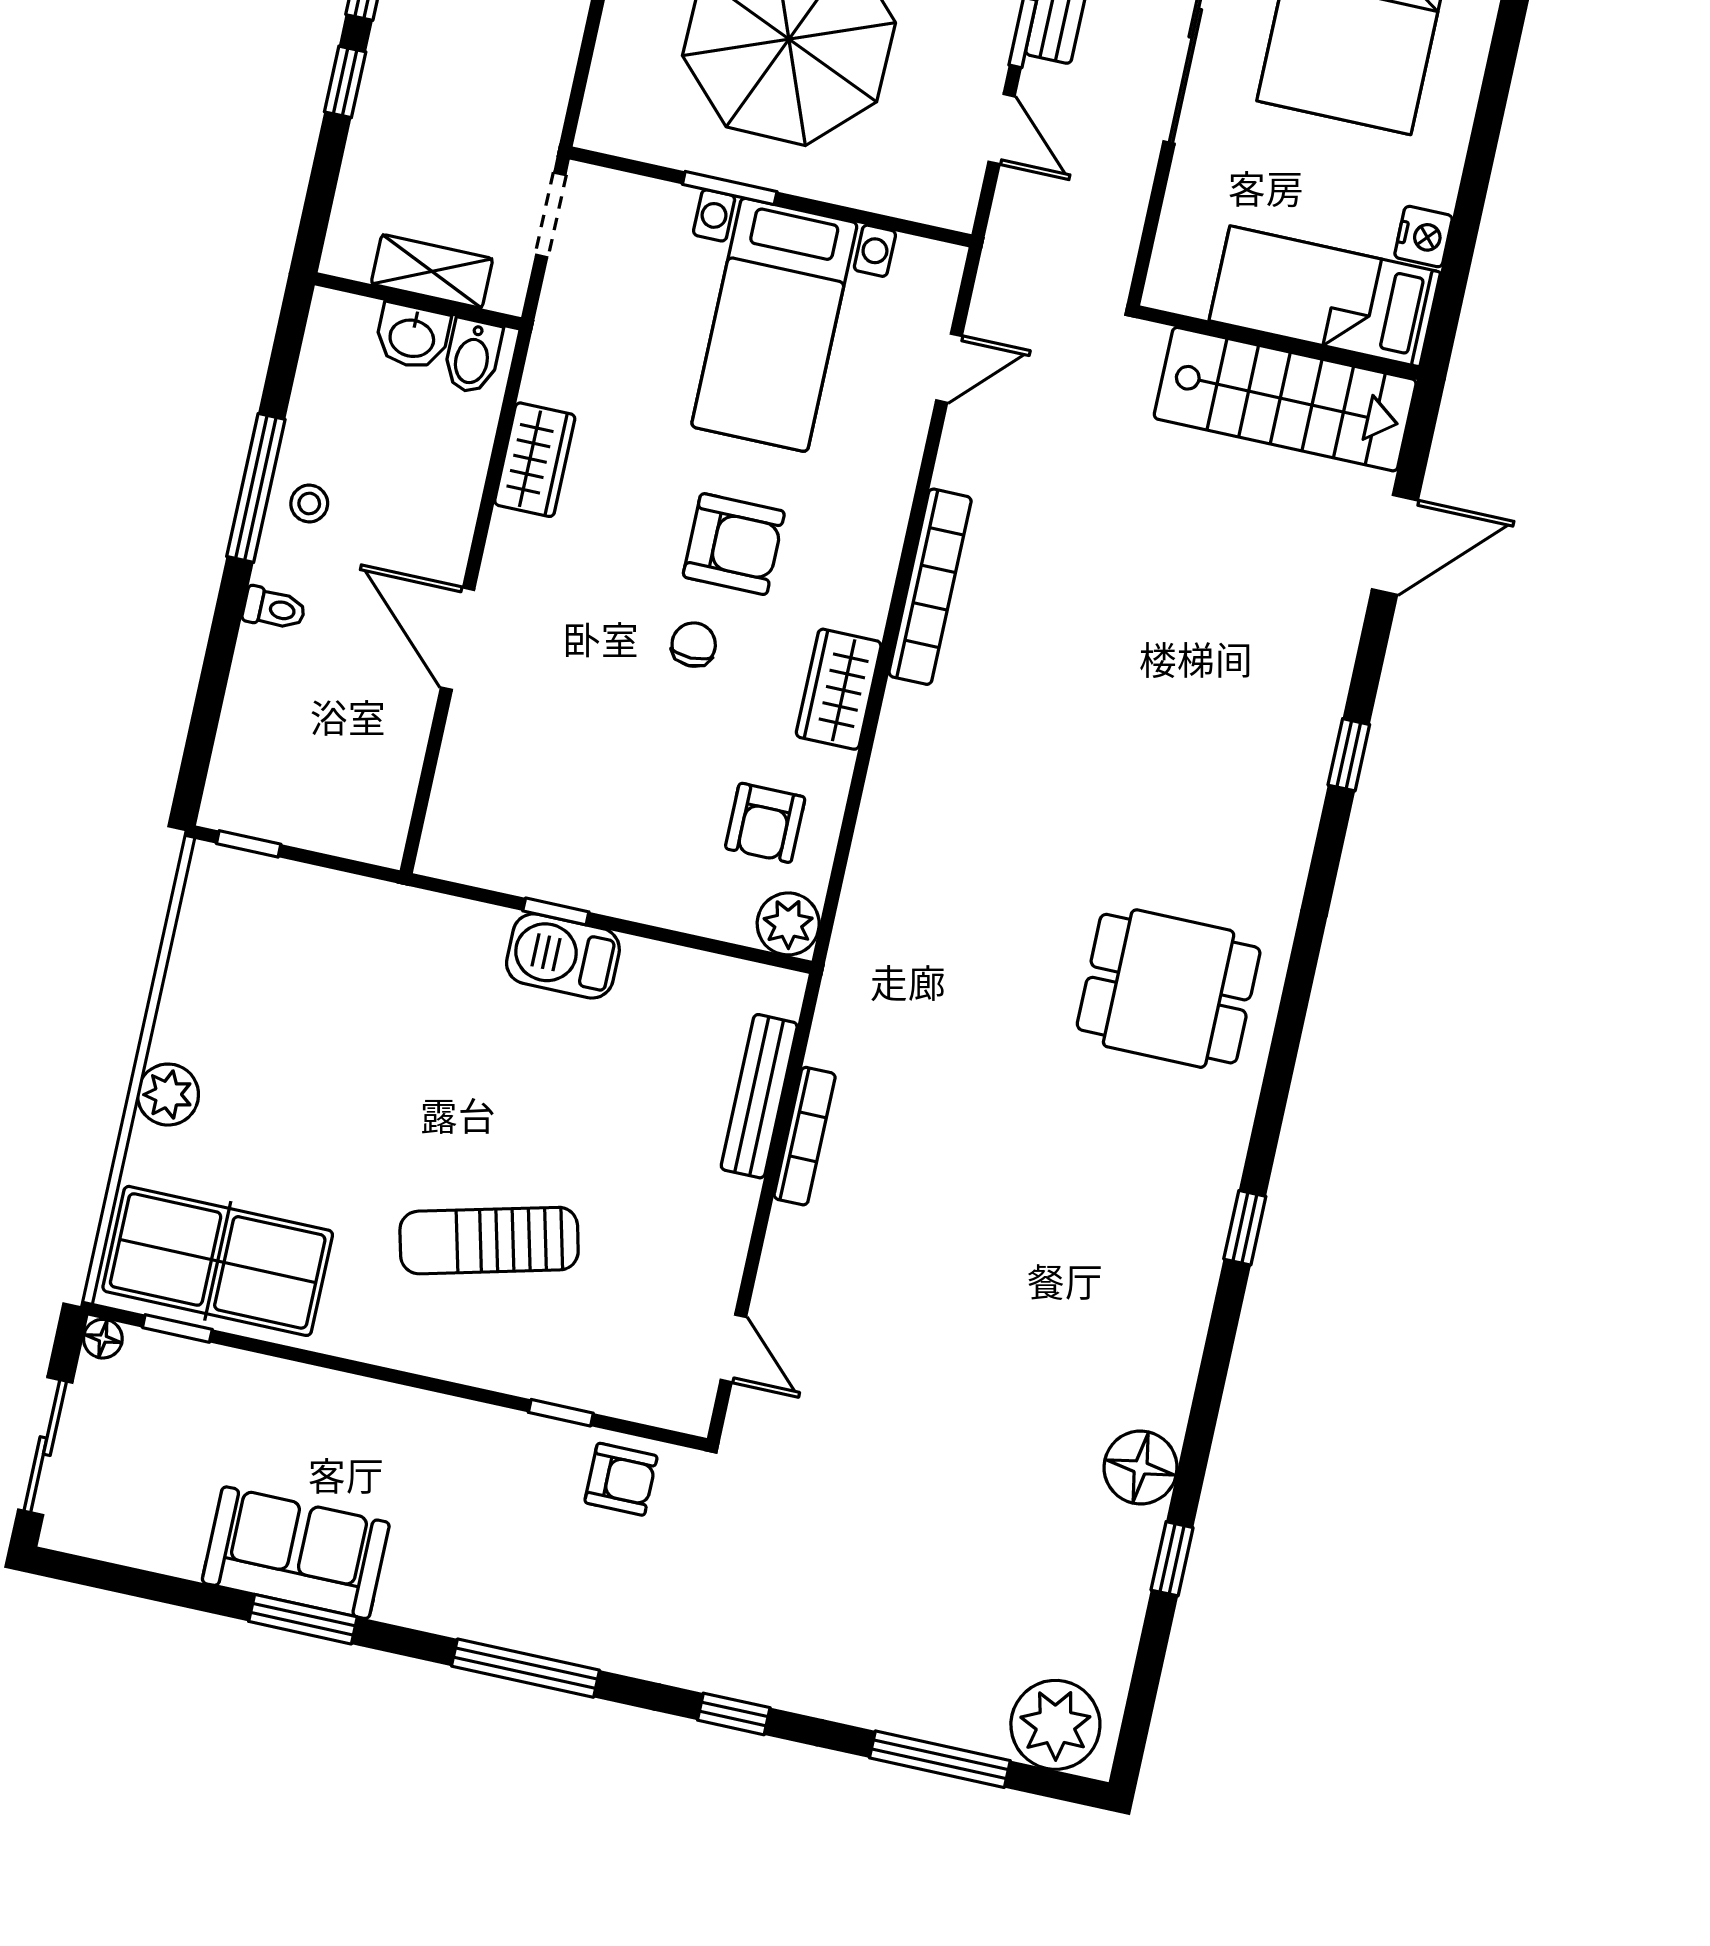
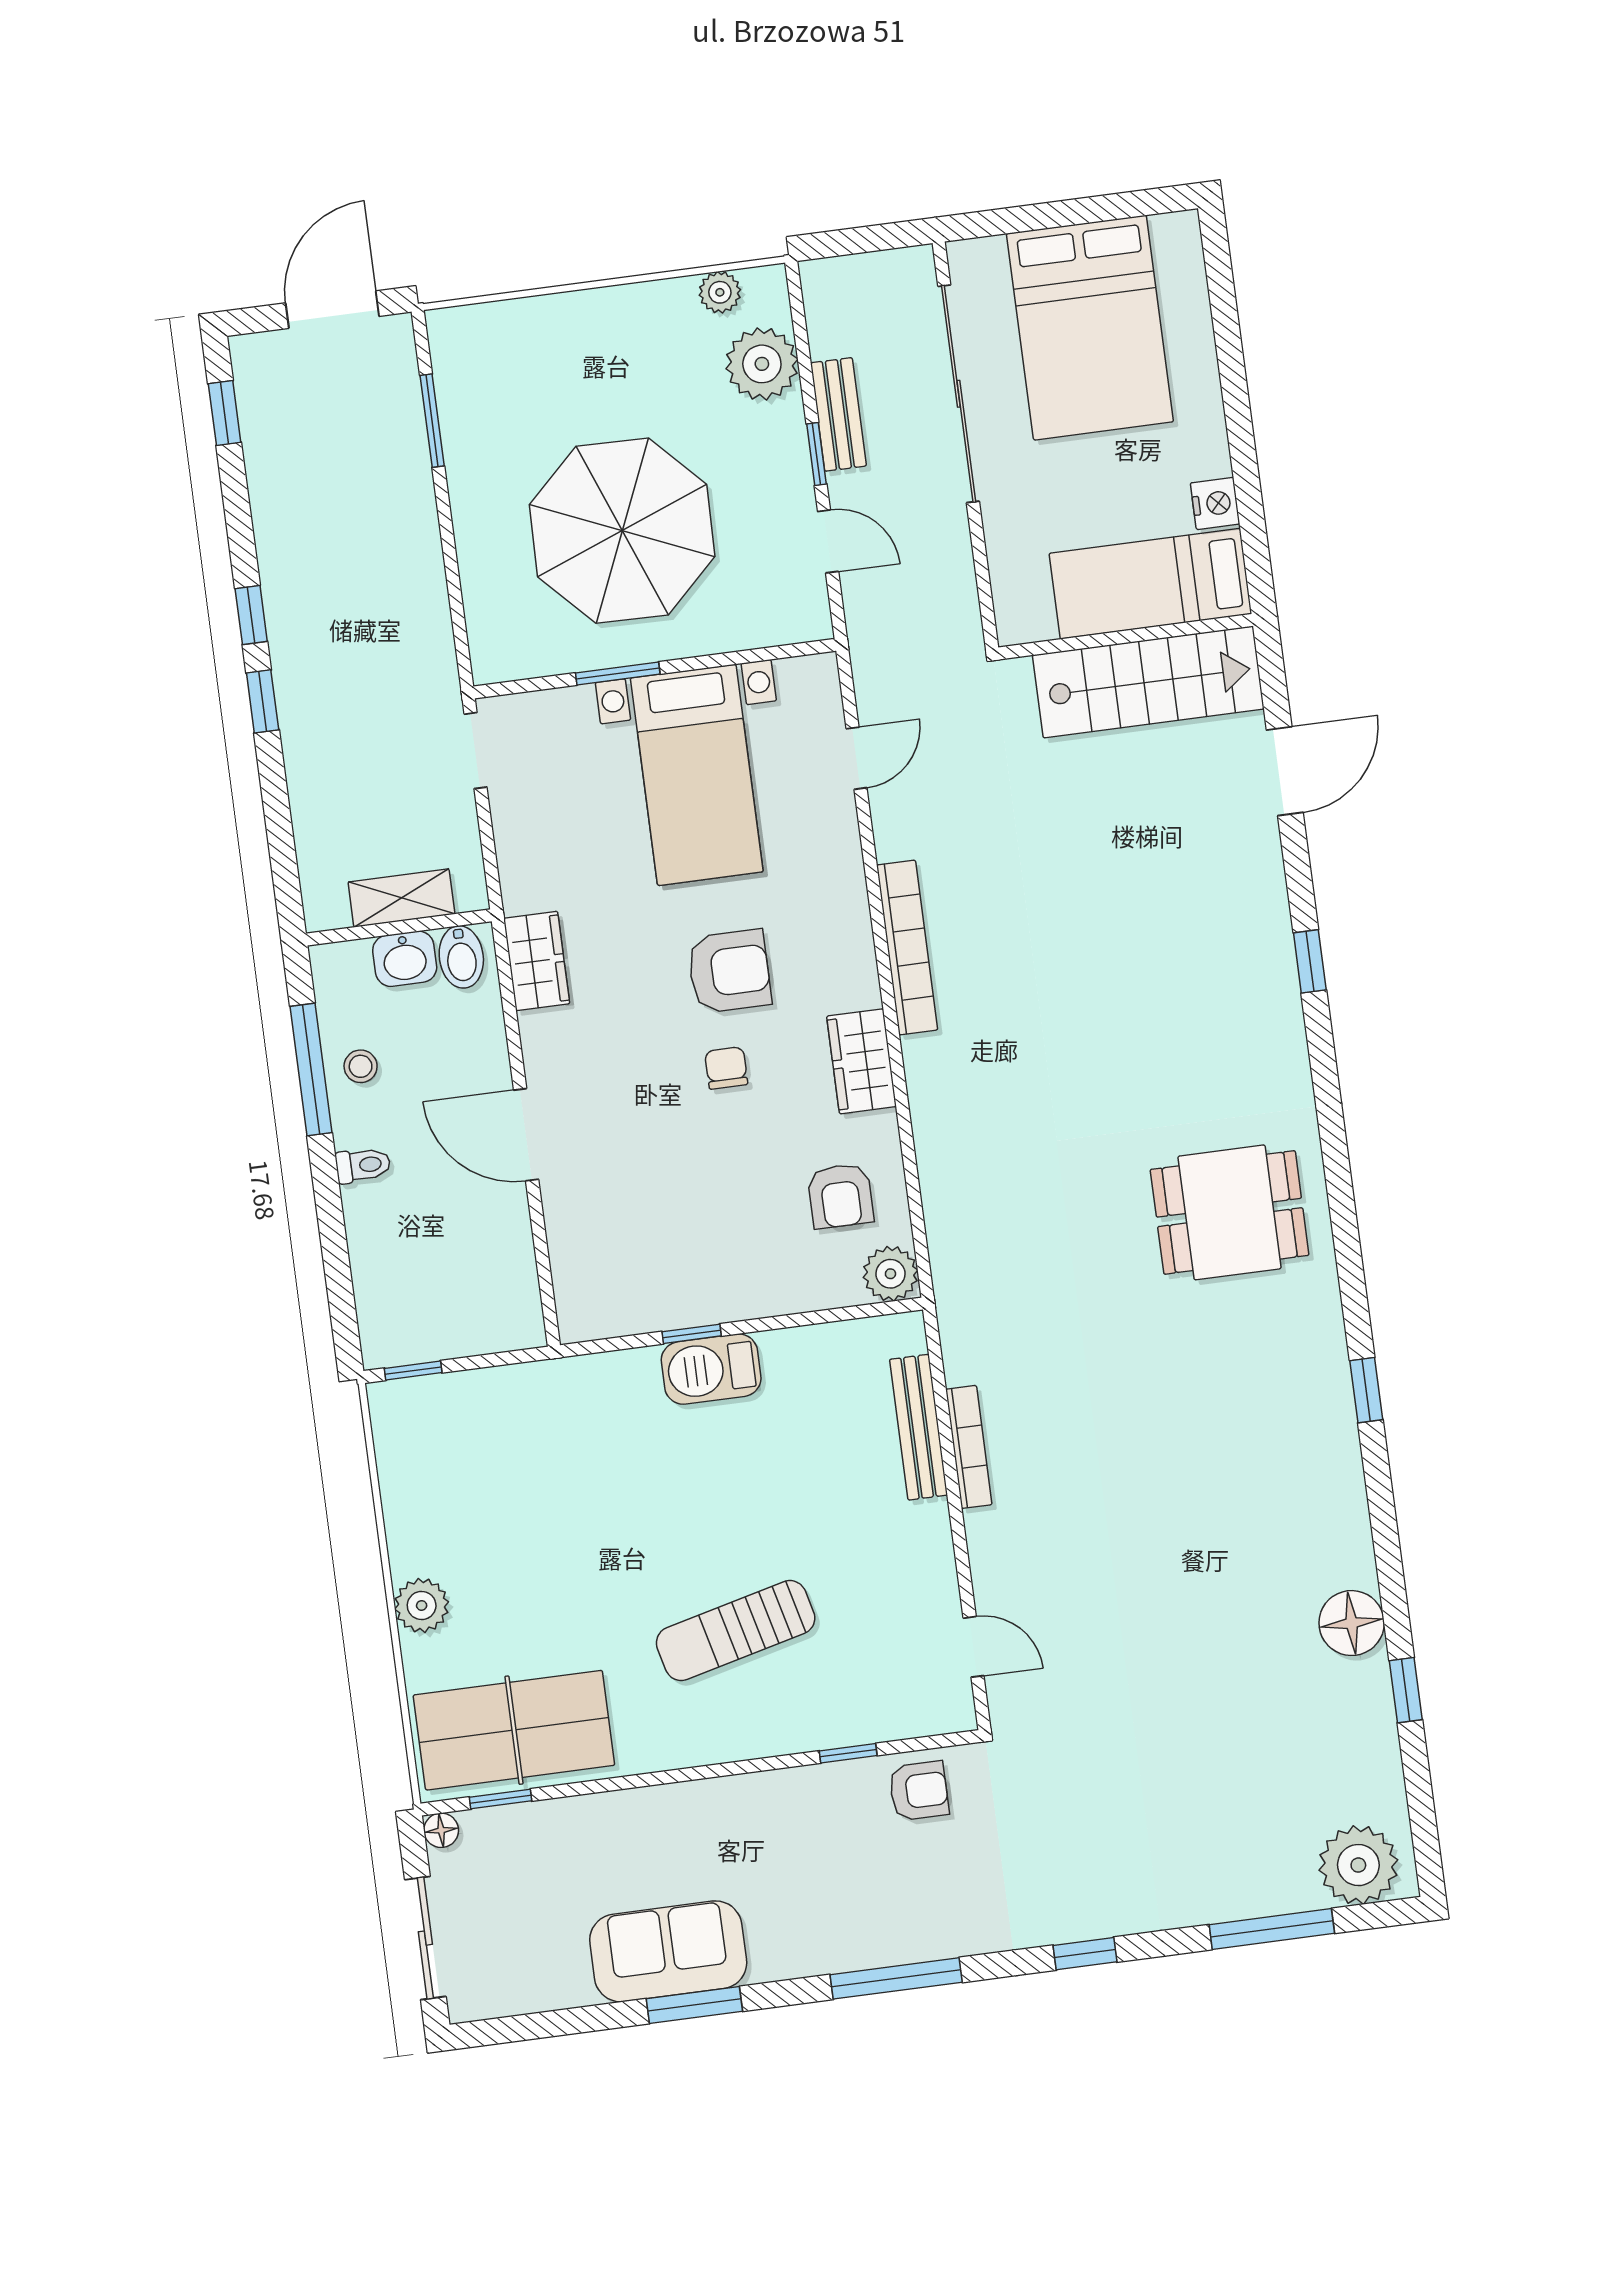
shelving: (432, 271) -> (401, 898), moved
wall: (418, 301) -> (399, 927), moved
washbasin: (412, 337) -> (405, 959), moved
bidet: (472, 356) -> (461, 957), moved

